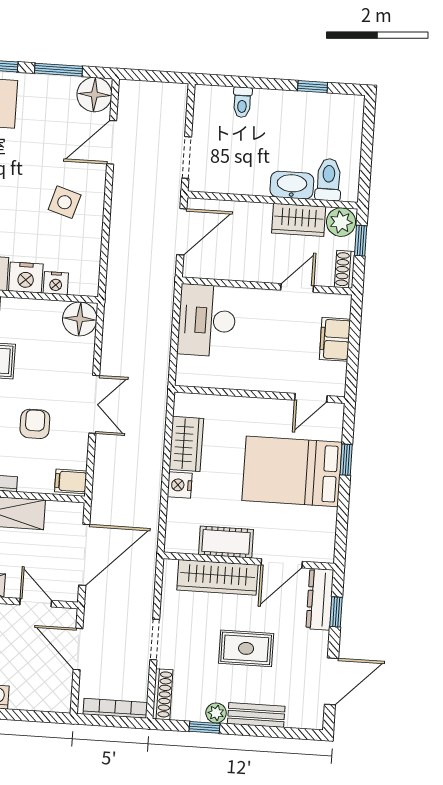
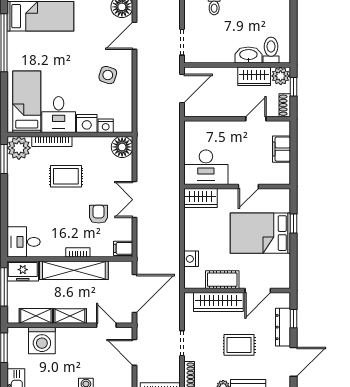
desk: (207, 320) -> (206, 167), moved, turned -90
door: (311, 398) -> (248, 186), moved
double door: (94, 404) -> (135, 200), swing flipped
wardrobe: (186, 444) -> (200, 198), moved, turned 90
nightstand: (180, 485) -> (191, 259), moved
dresser: (320, 599) -> (283, 327), moved

